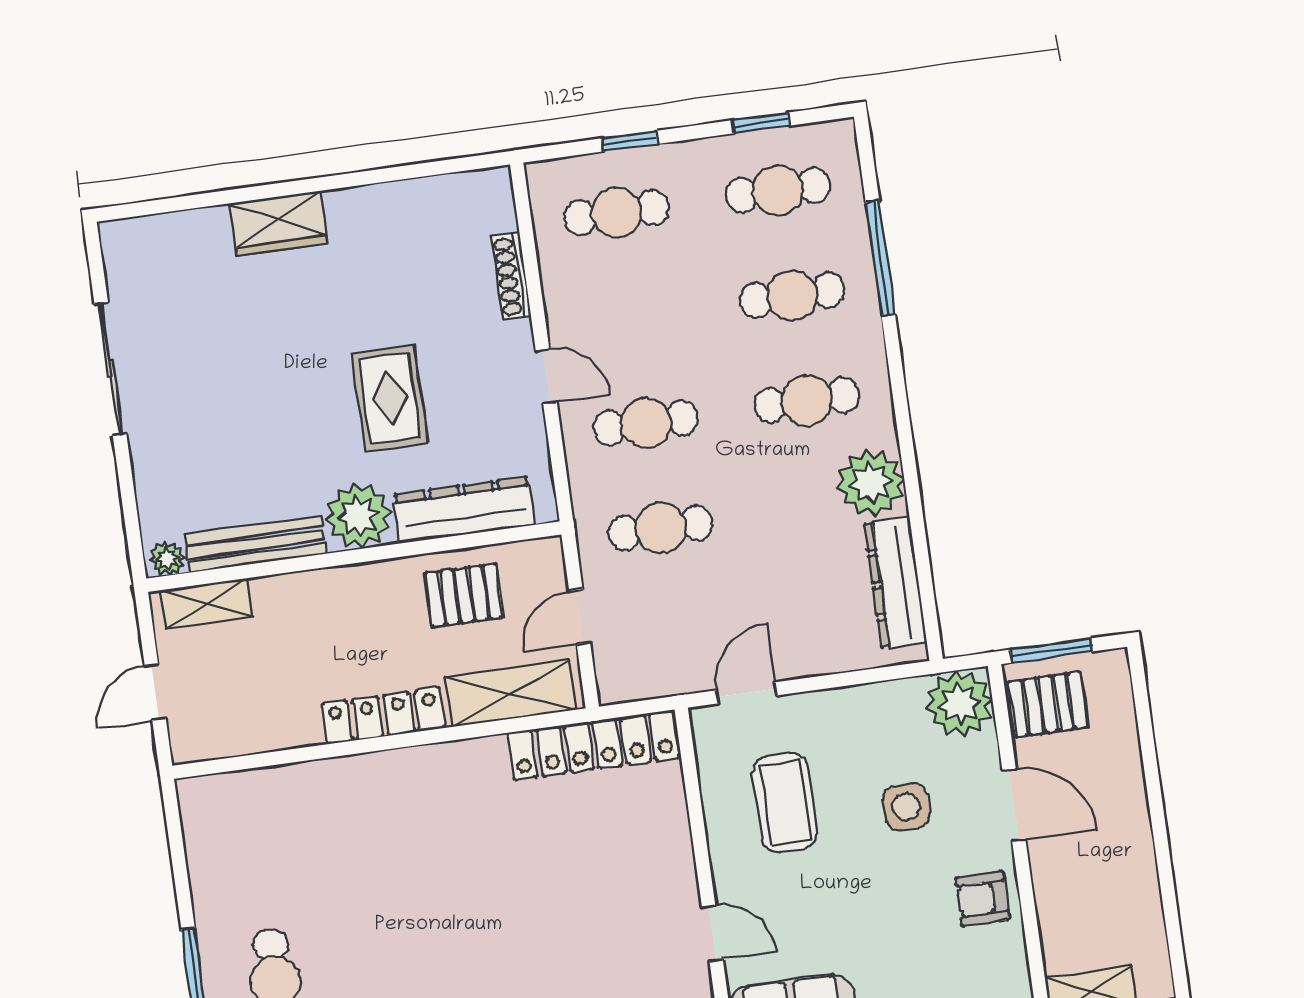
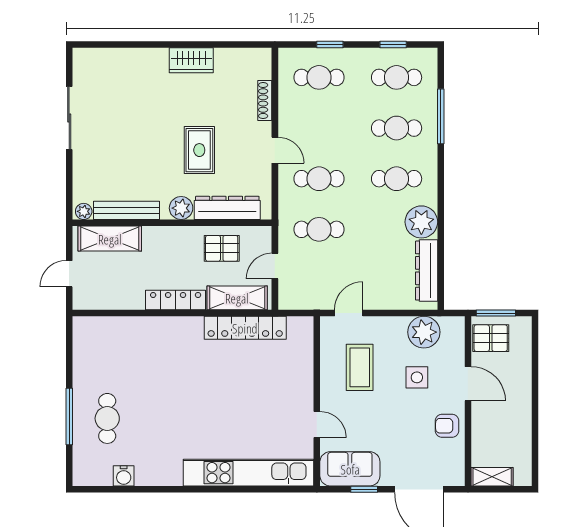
wardrobe: (279, 223) -> (191, 60), moved
plant: (358, 516) -> (181, 208), width x0.73, depth x0.73
shelving: (206, 604) -> (110, 239), width x1.50, depth x1.33
plant: (959, 704) -> (424, 332), moved
locker: (593, 745) -> (245, 328), moved

